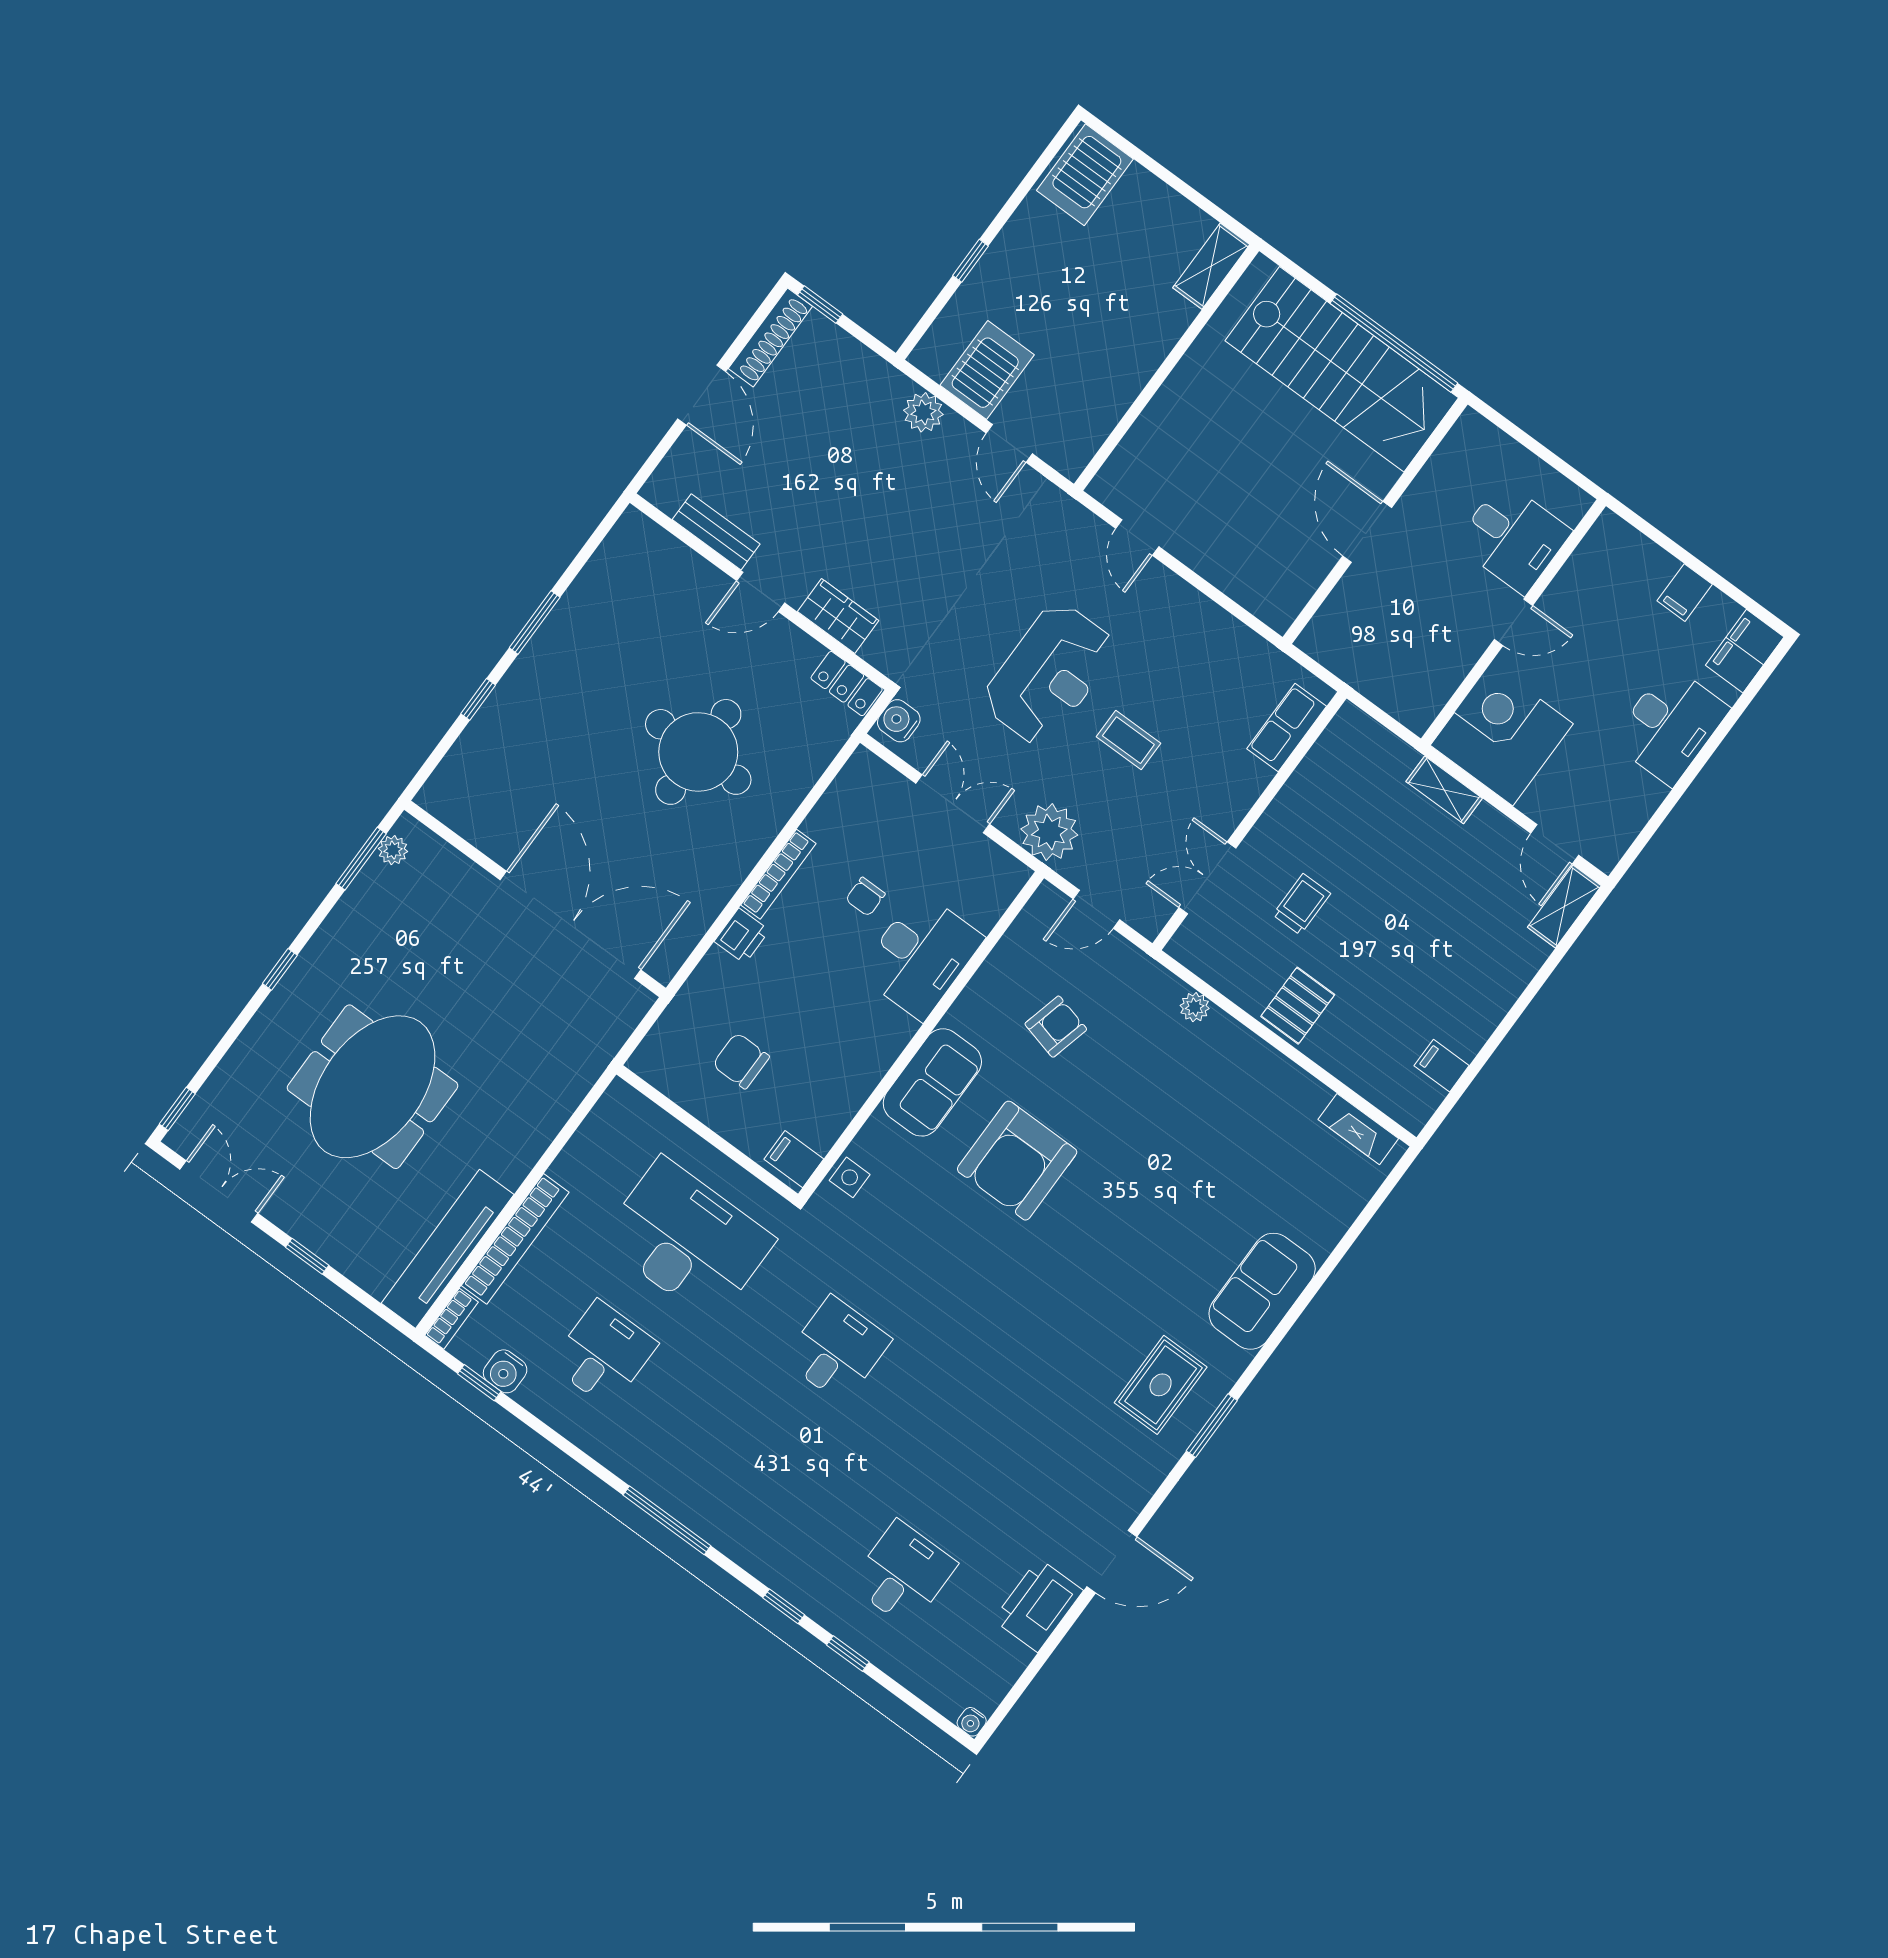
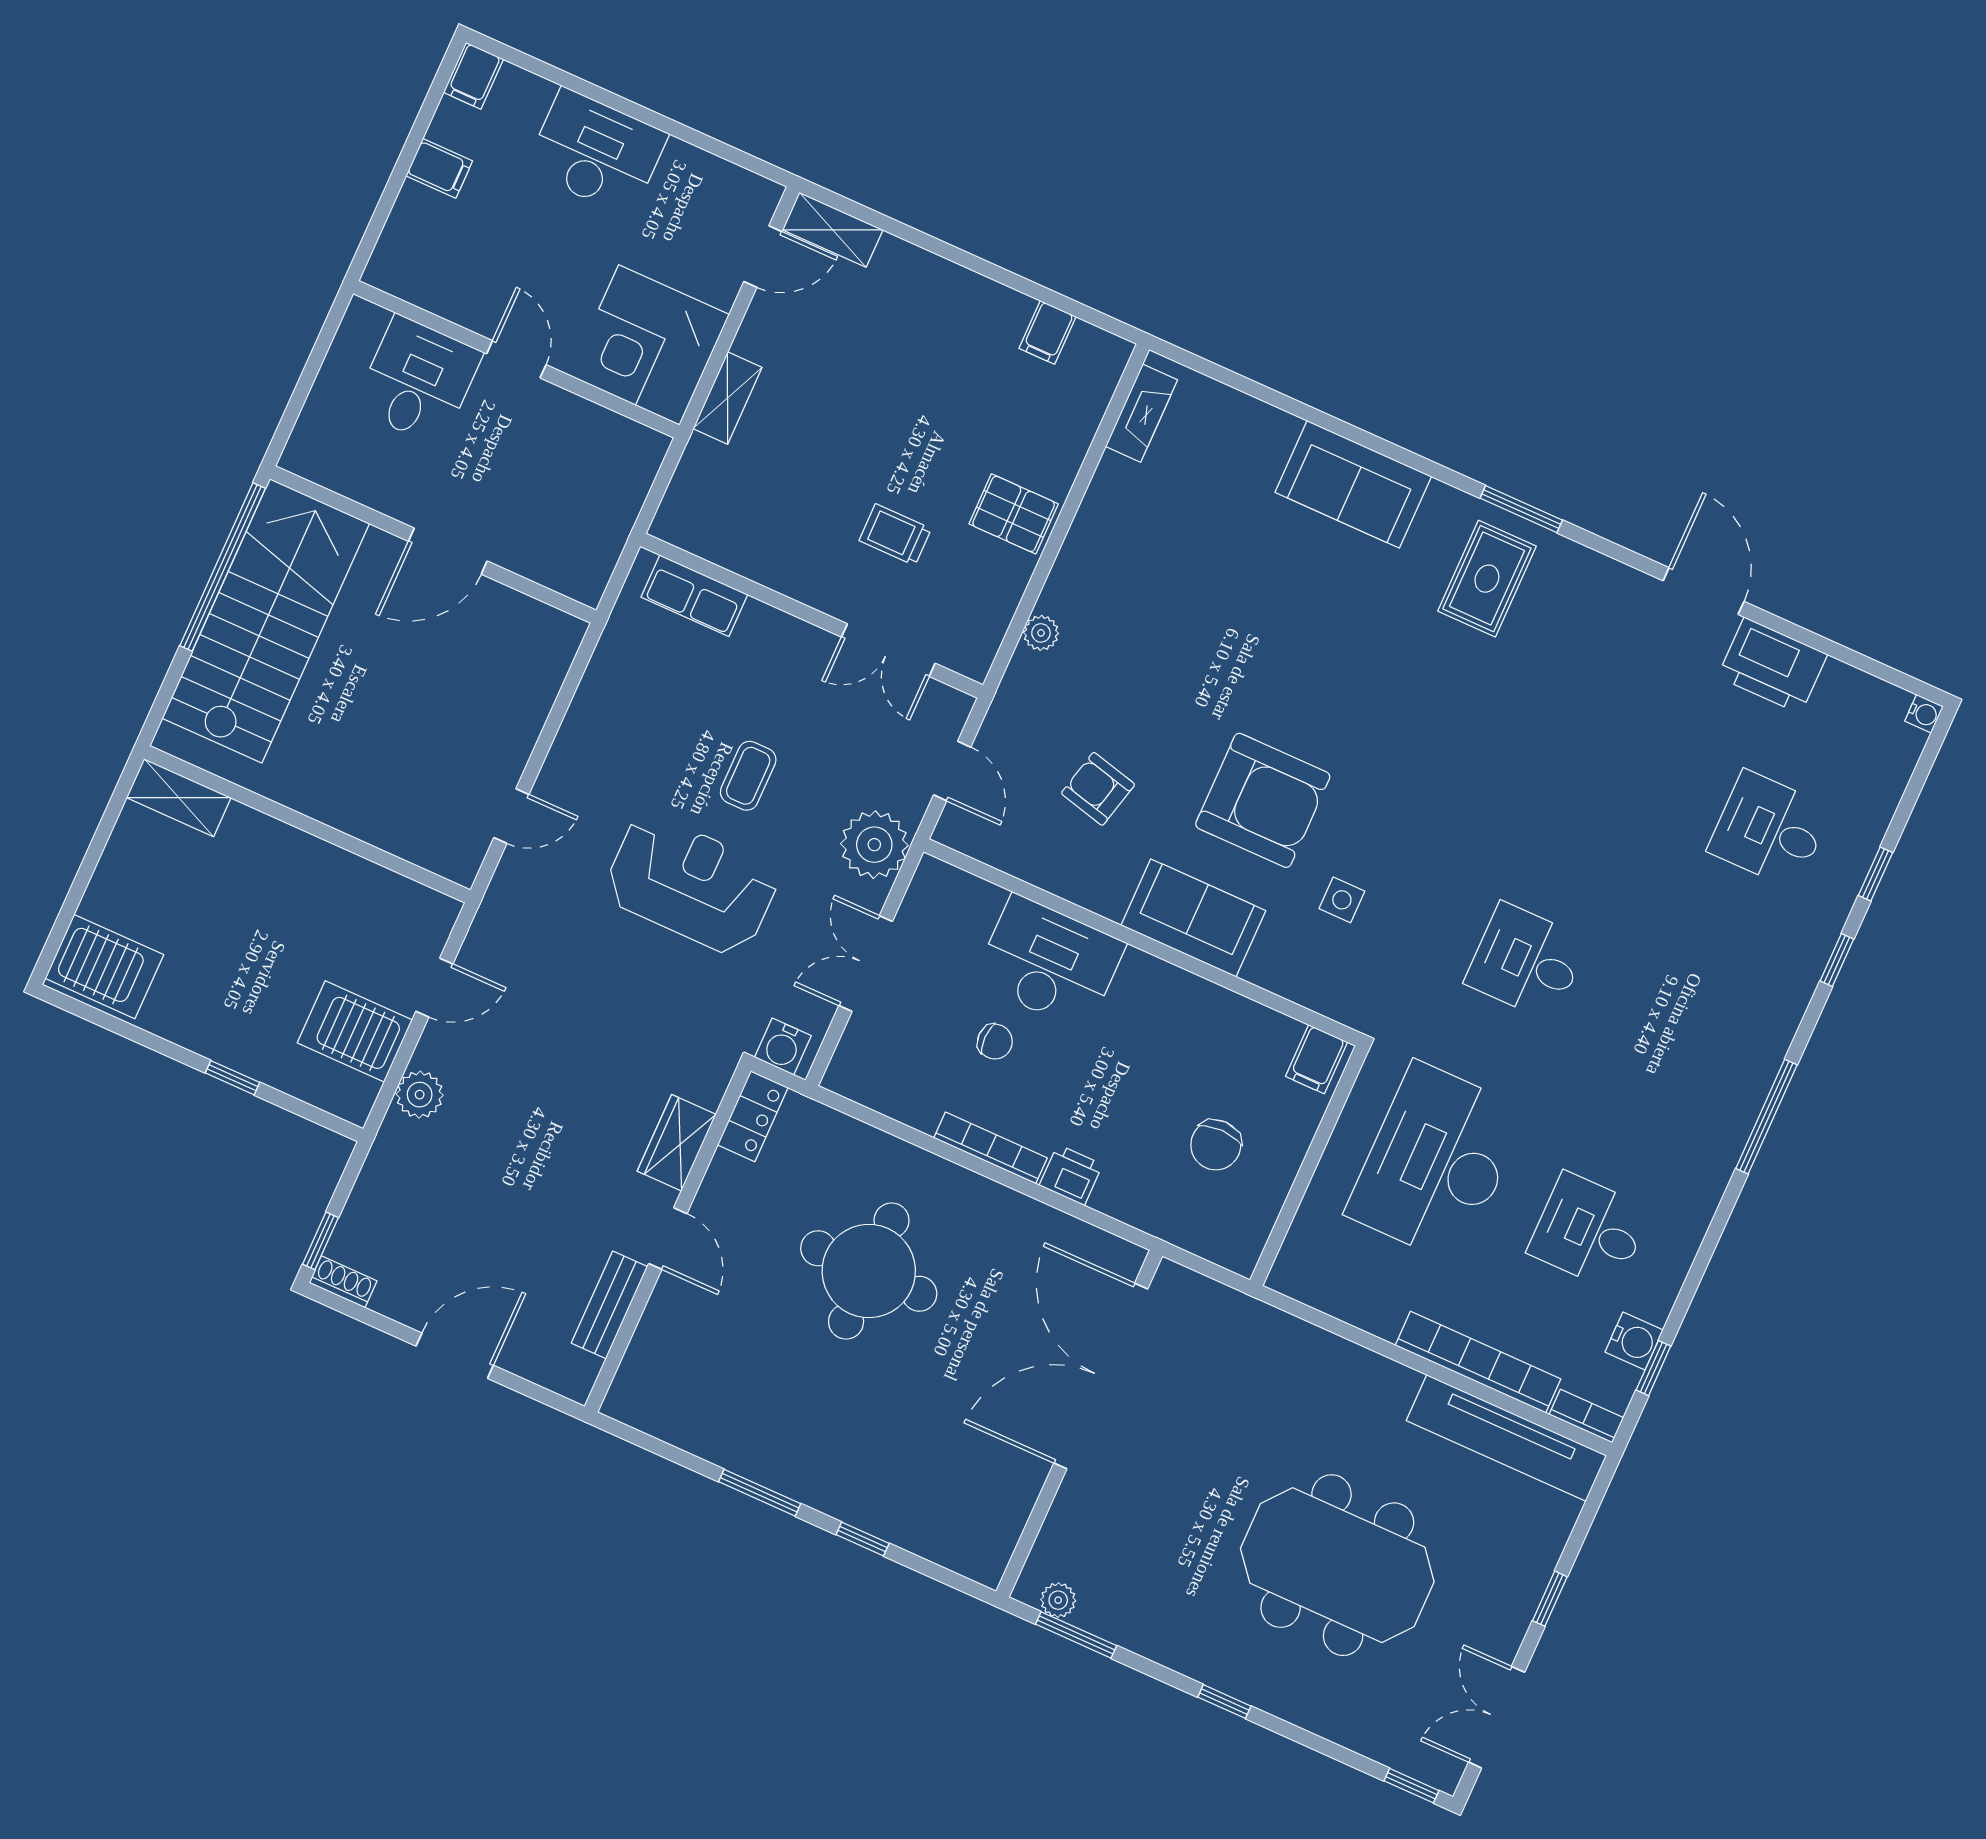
shoe rack: (770, 337) -> (343, 1282), width x0.51, depth x0.81
filing cabinet: (1745, 651) -> (473, 76), width x0.50
side table: (850, 1177) -> (1342, 900), moved
rug: (1161, 1385) -> (1487, 579), turned 90

